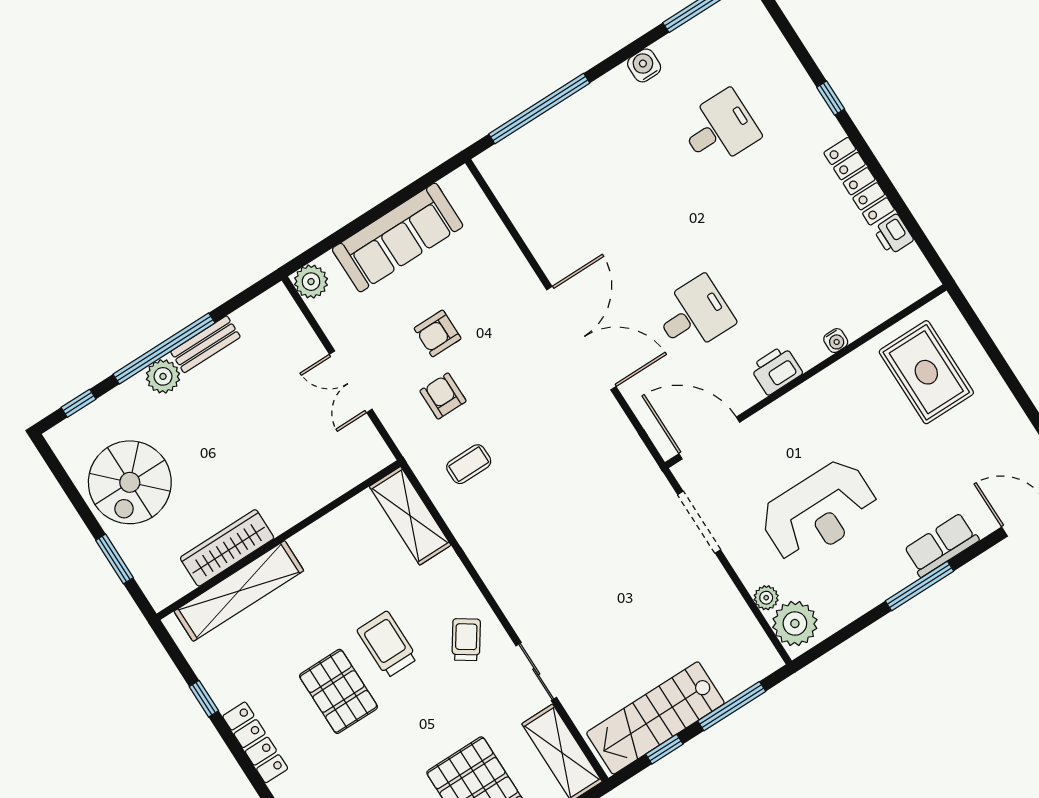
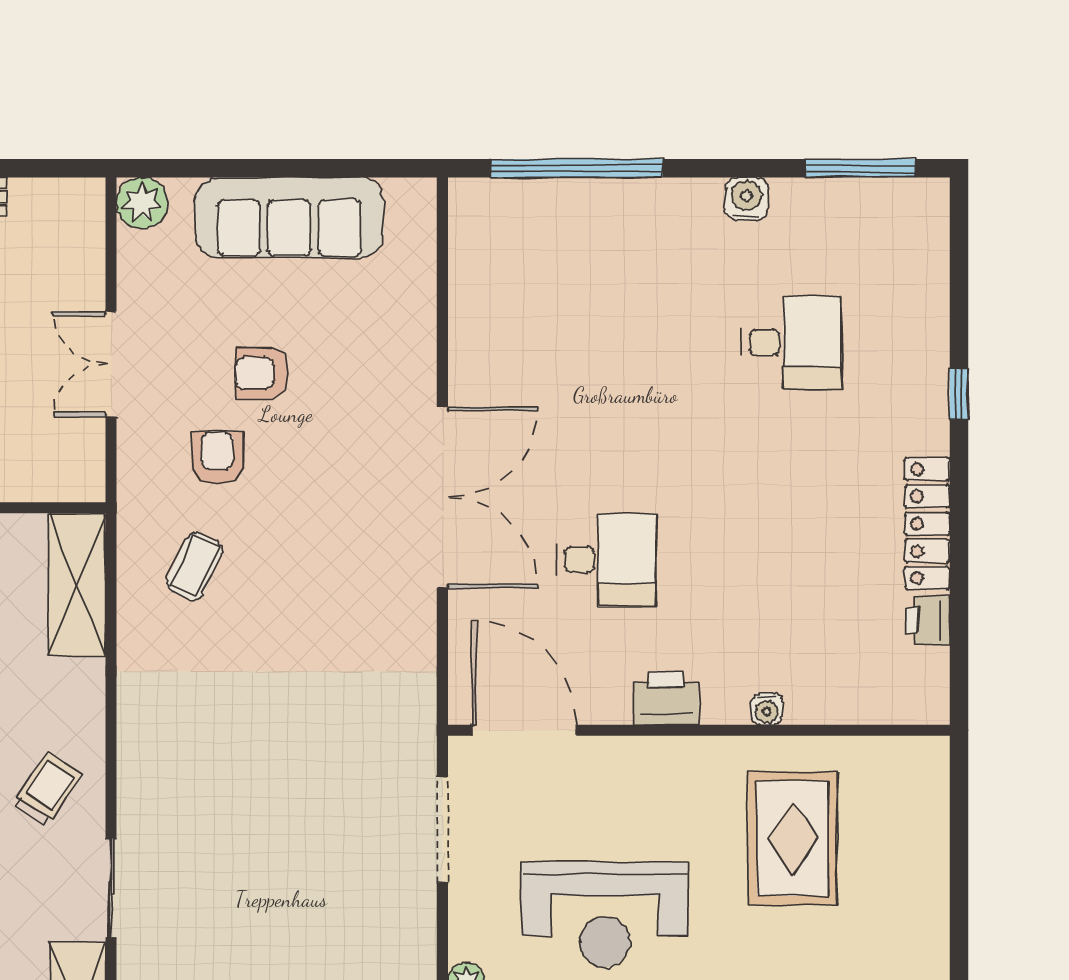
rug: (926, 372) -> (793, 838), moved
coffee table: (469, 464) -> (195, 566), turned -65

